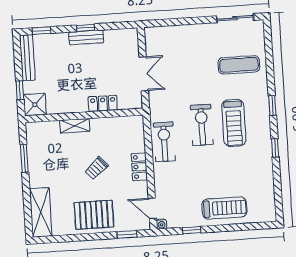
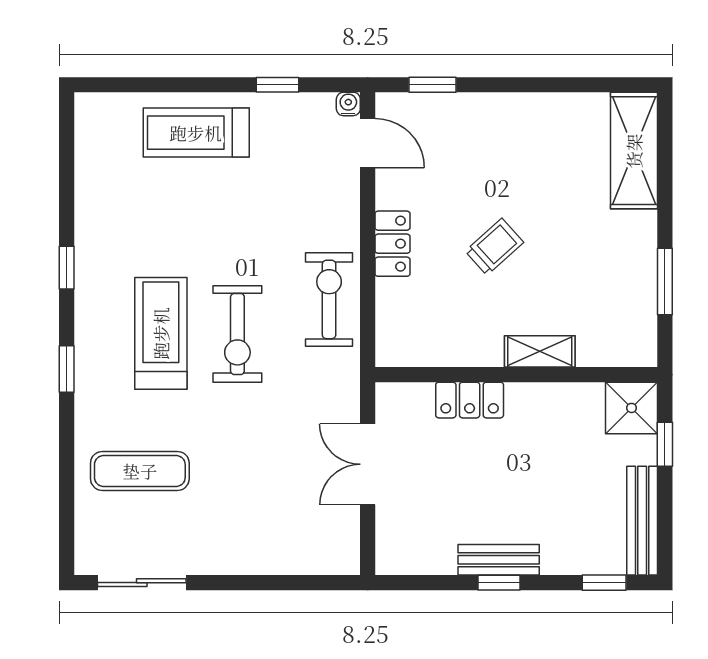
exercise bike: (164, 142) -> (329, 299), turned 180
pallet: (94, 215) -> (508, 137), removed

